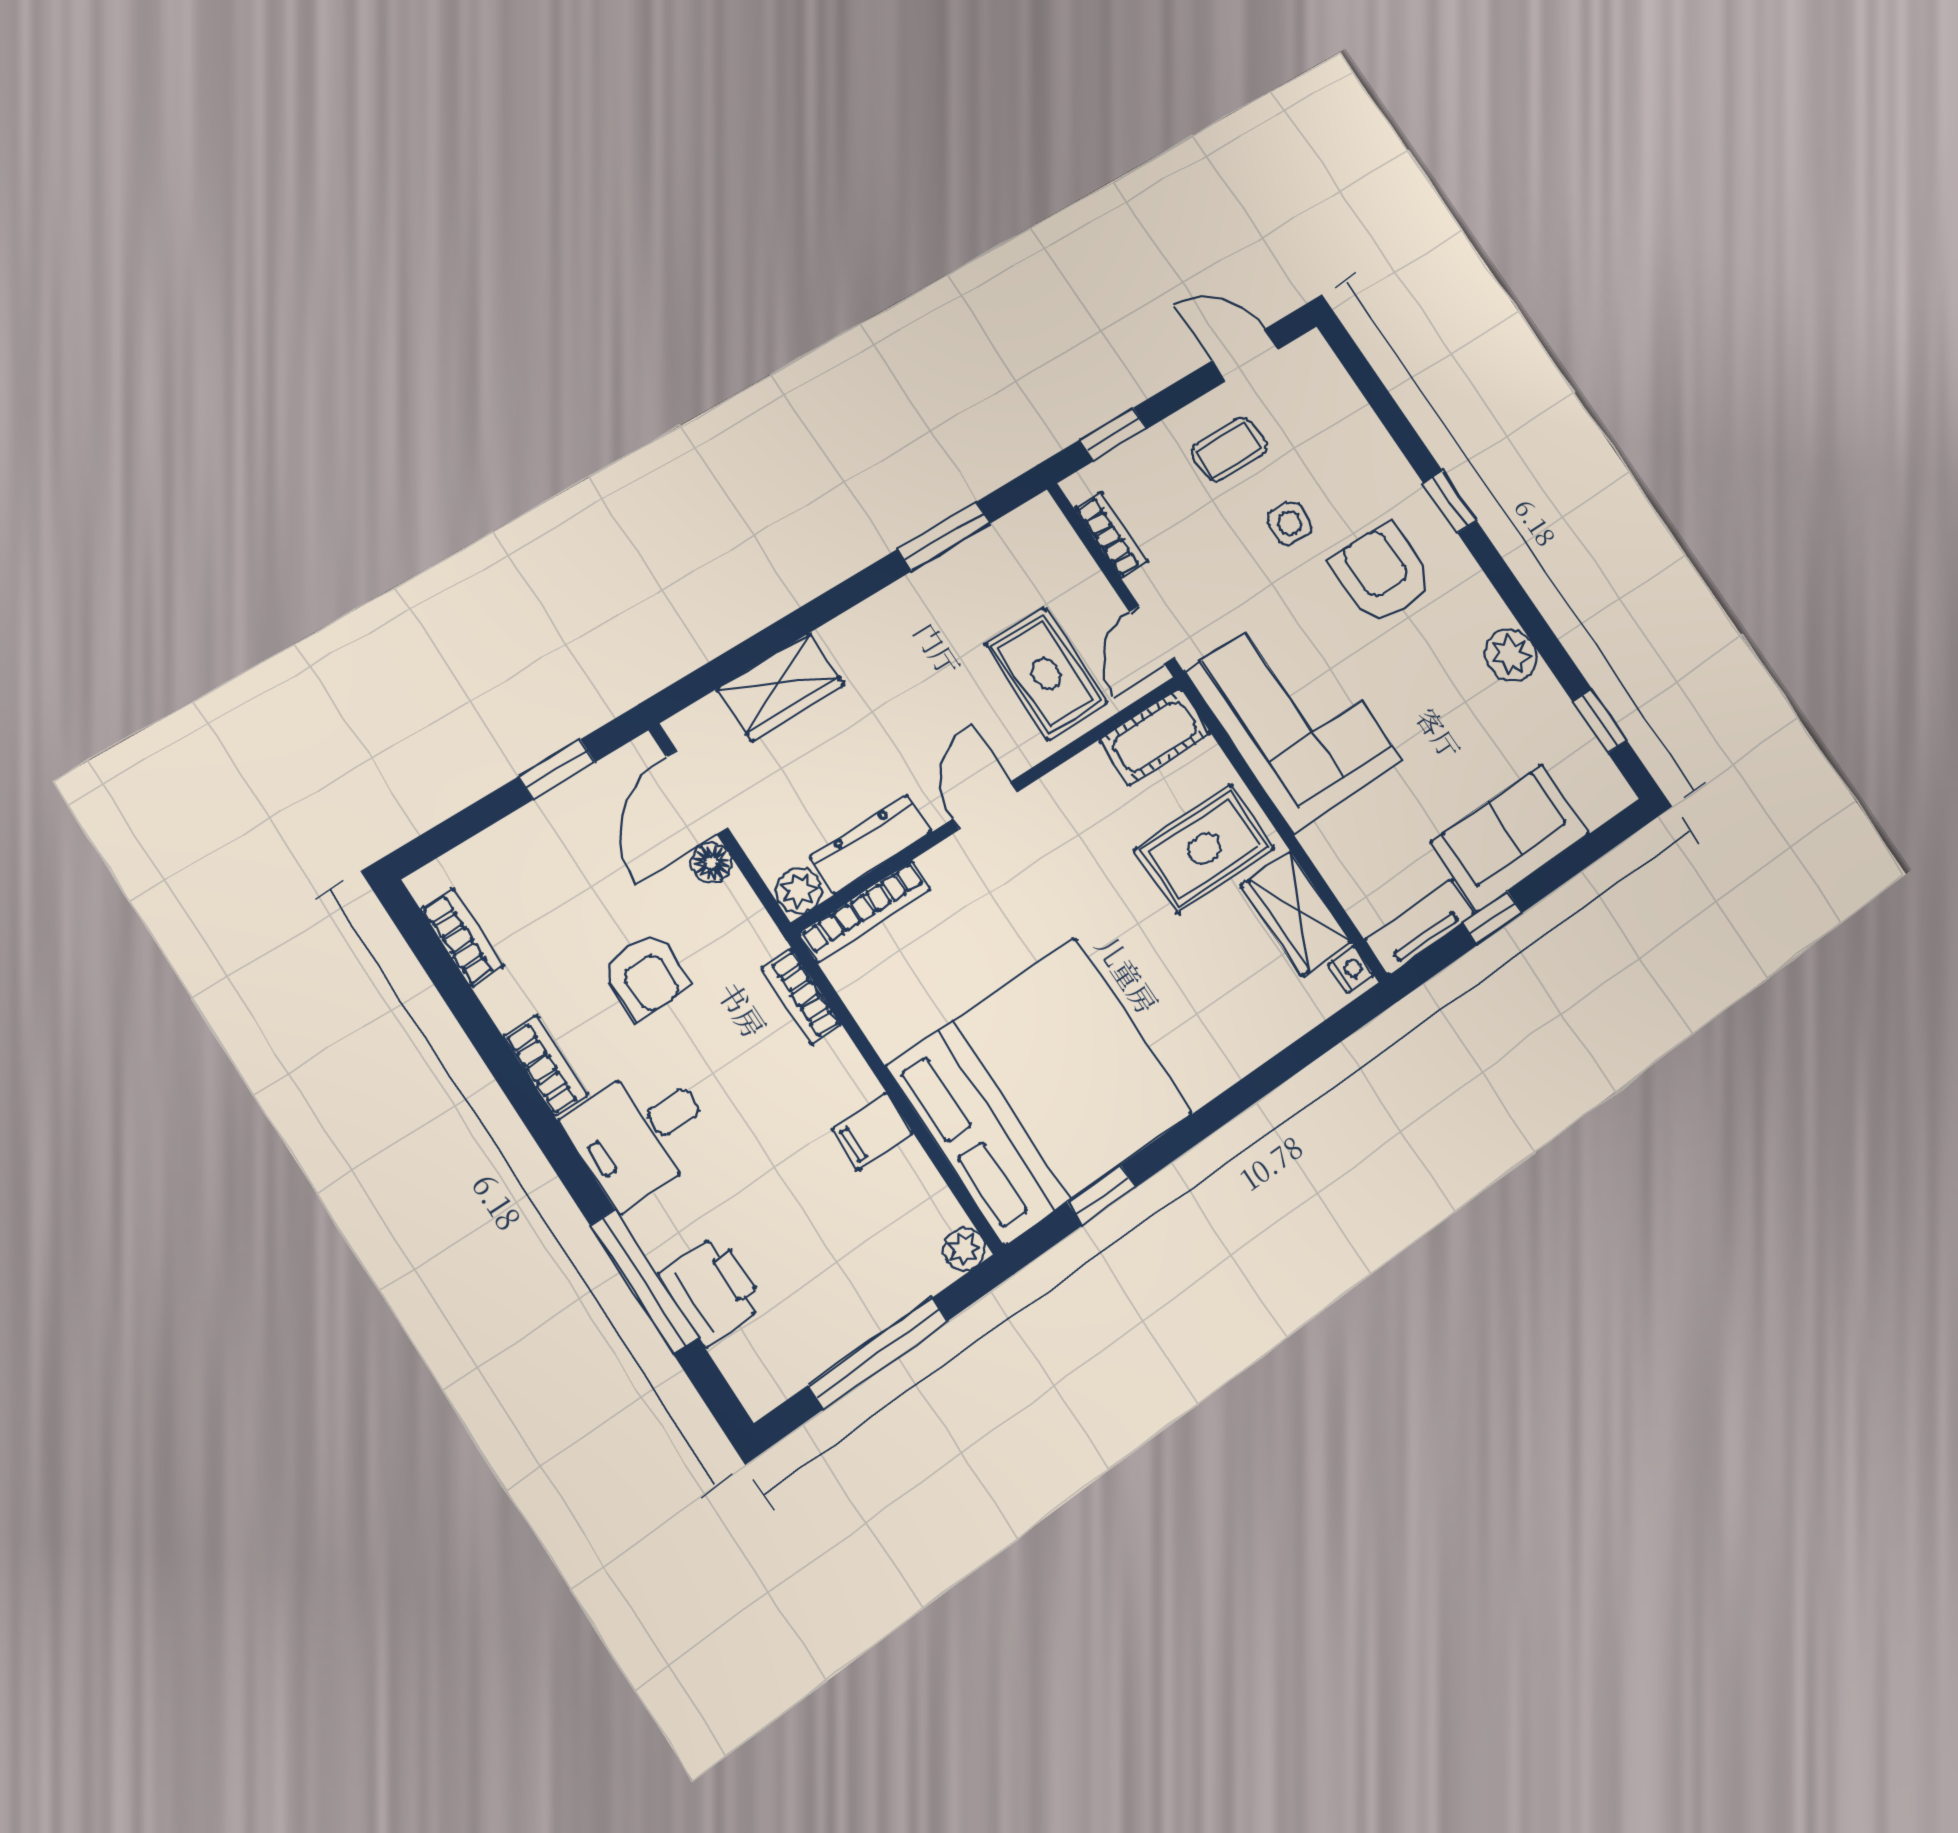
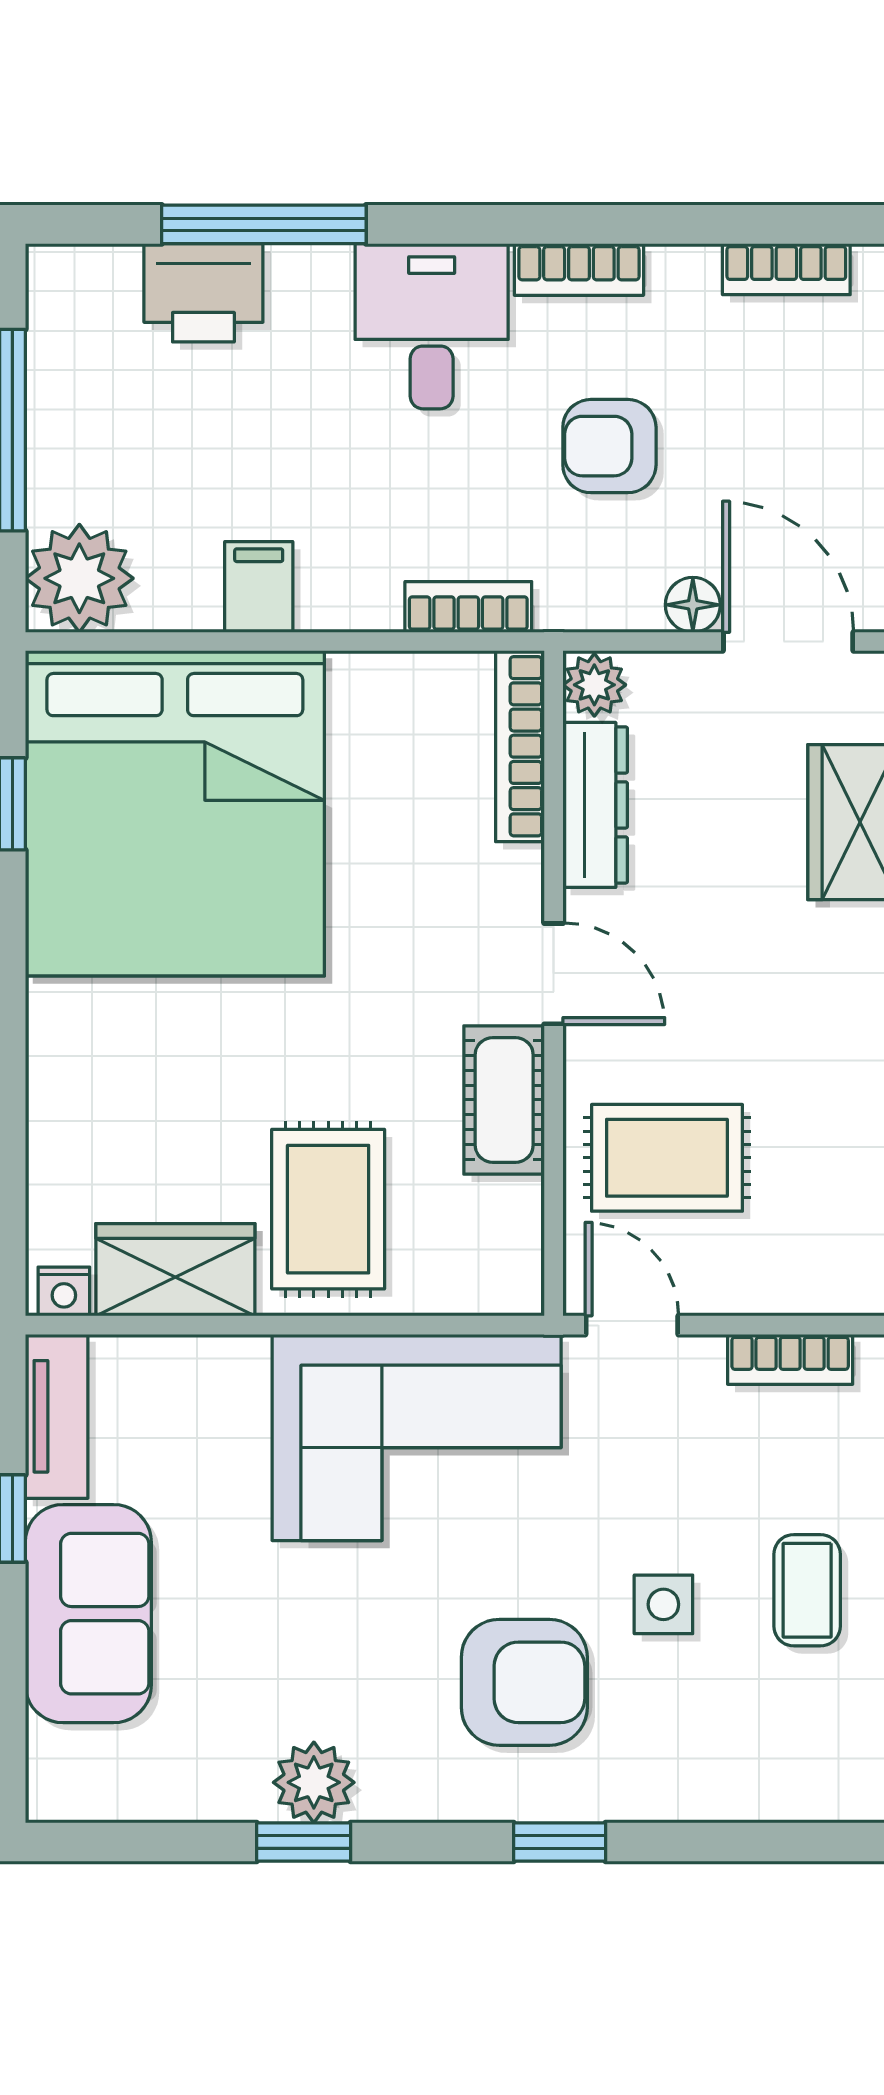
window: (1600, 721) -> (304, 1842), moved
cot: (1155, 737) -> (504, 1100), moved
plant: (964, 1249) -> (79, 578), width x1.88, depth x1.88

